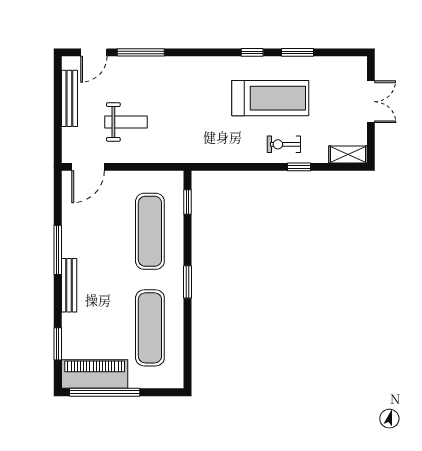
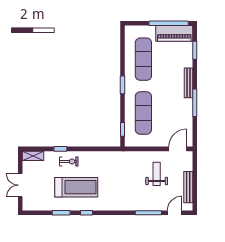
treadmill: (270, 98) -> (76, 187), turned 180
weight bench: (126, 122) -> (157, 174), turned 90

